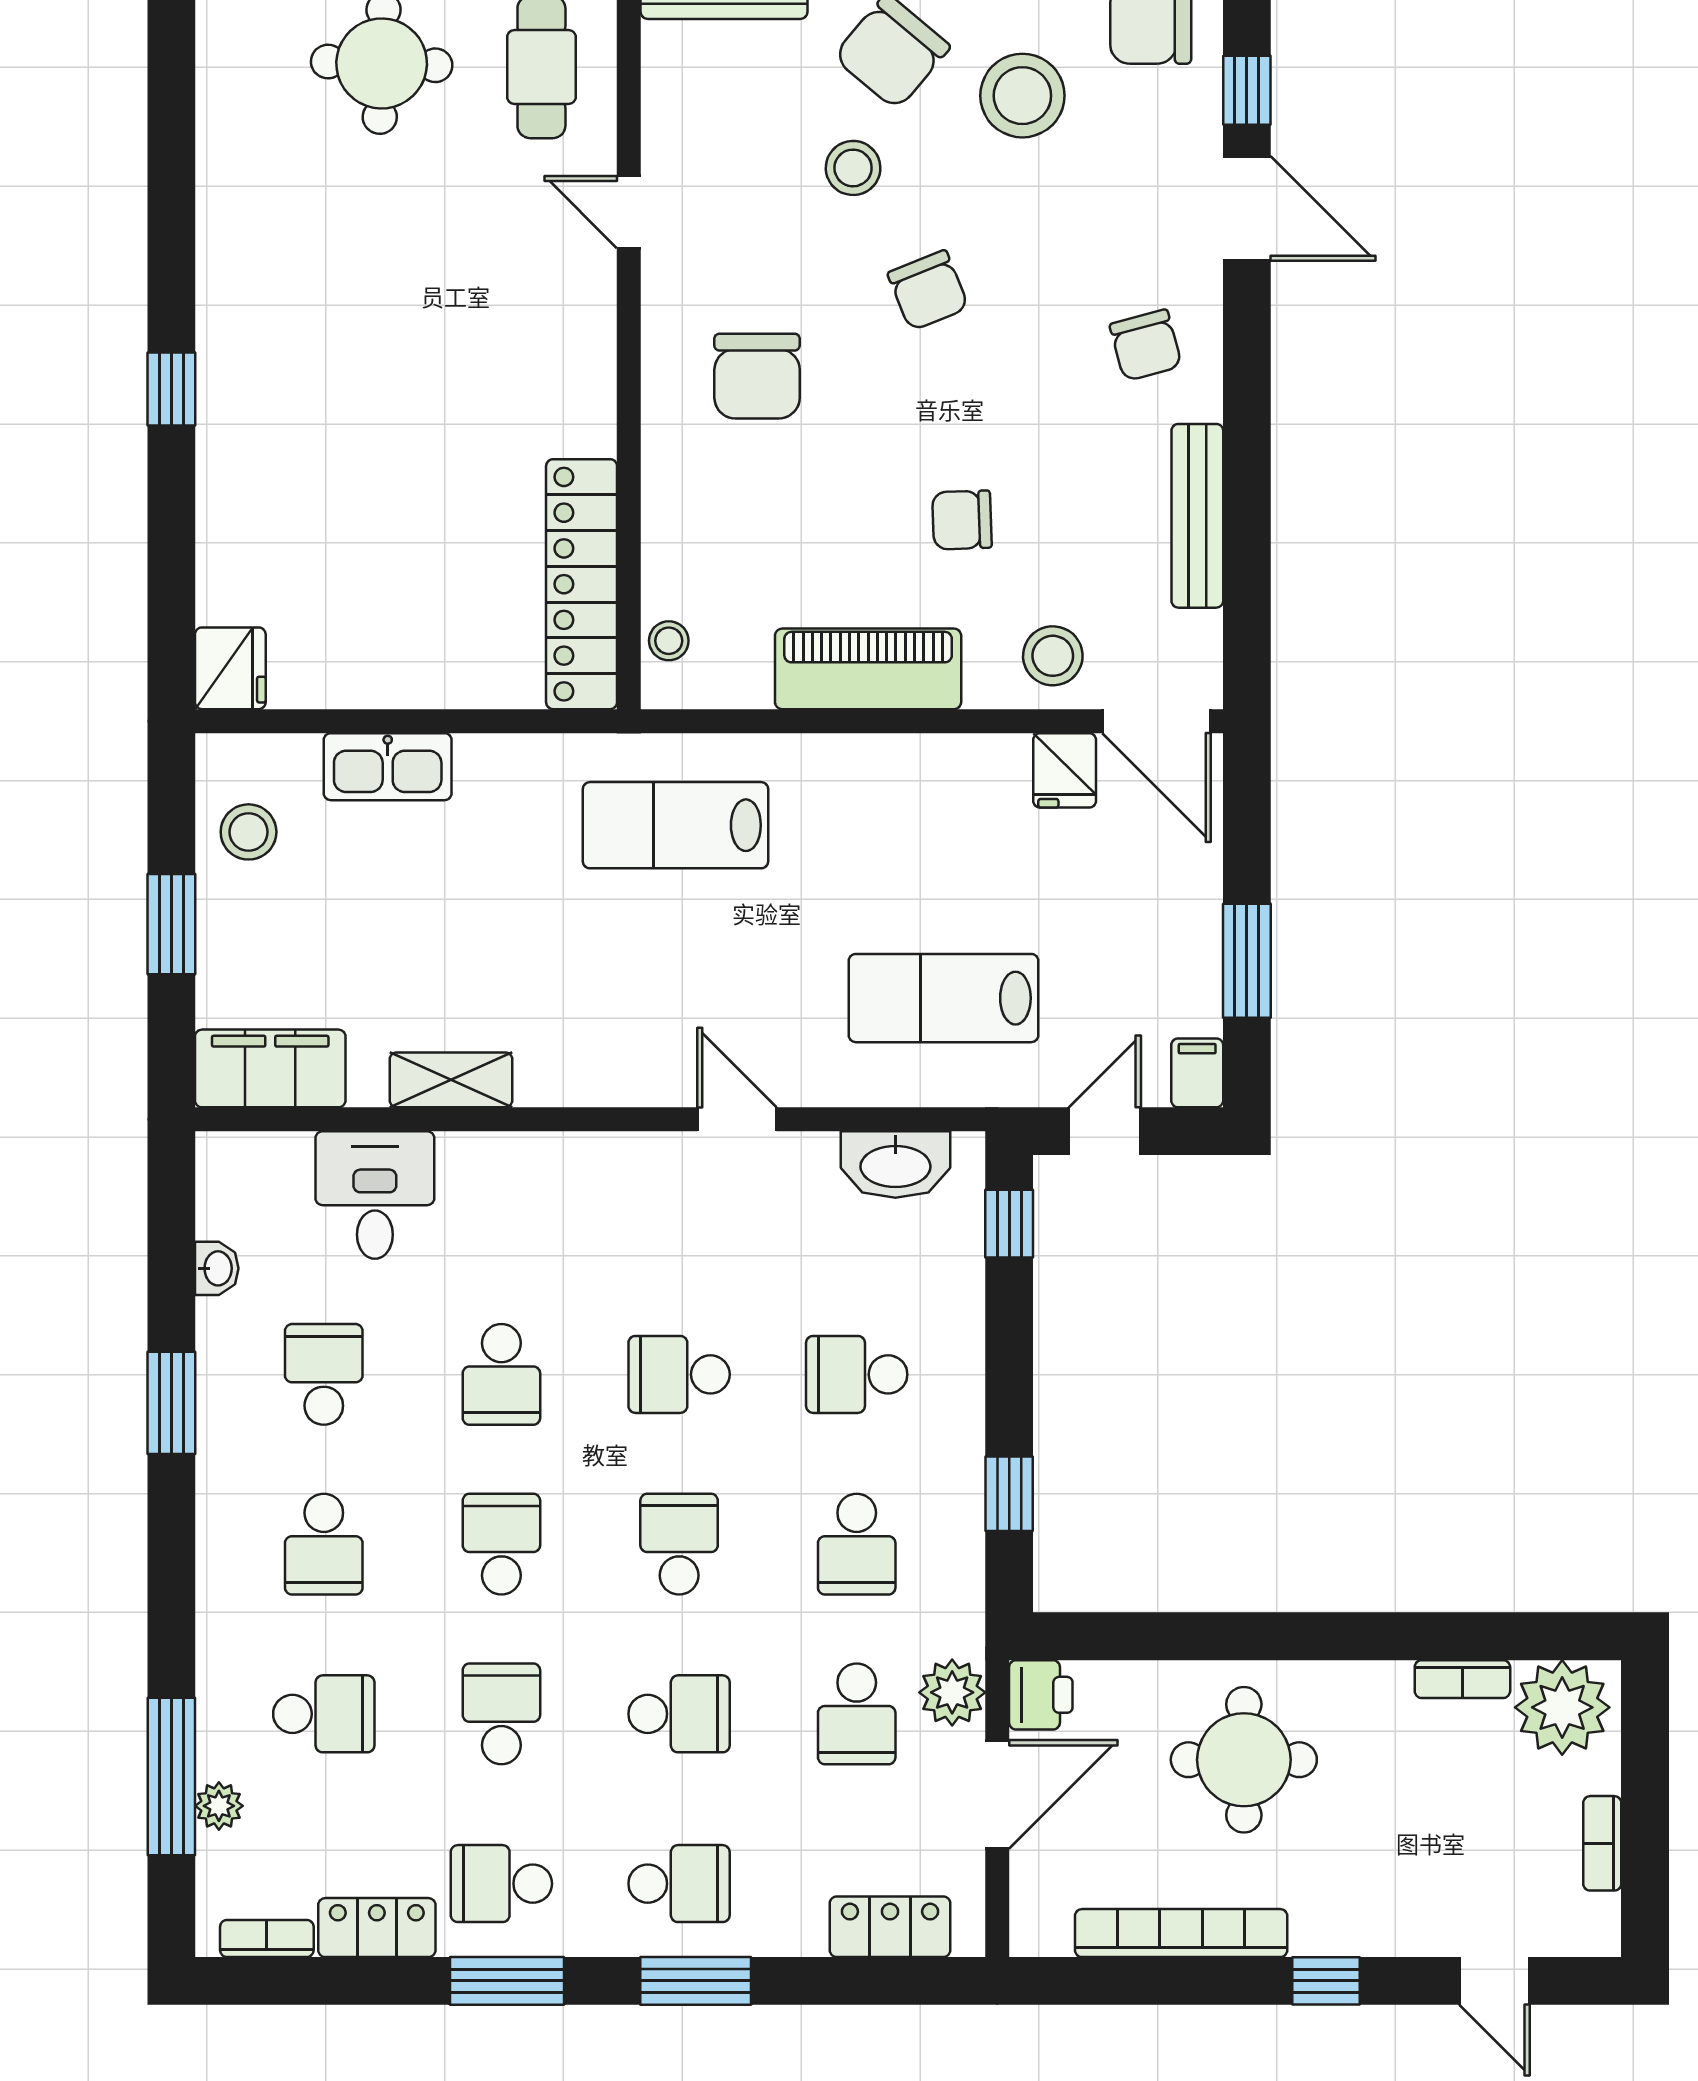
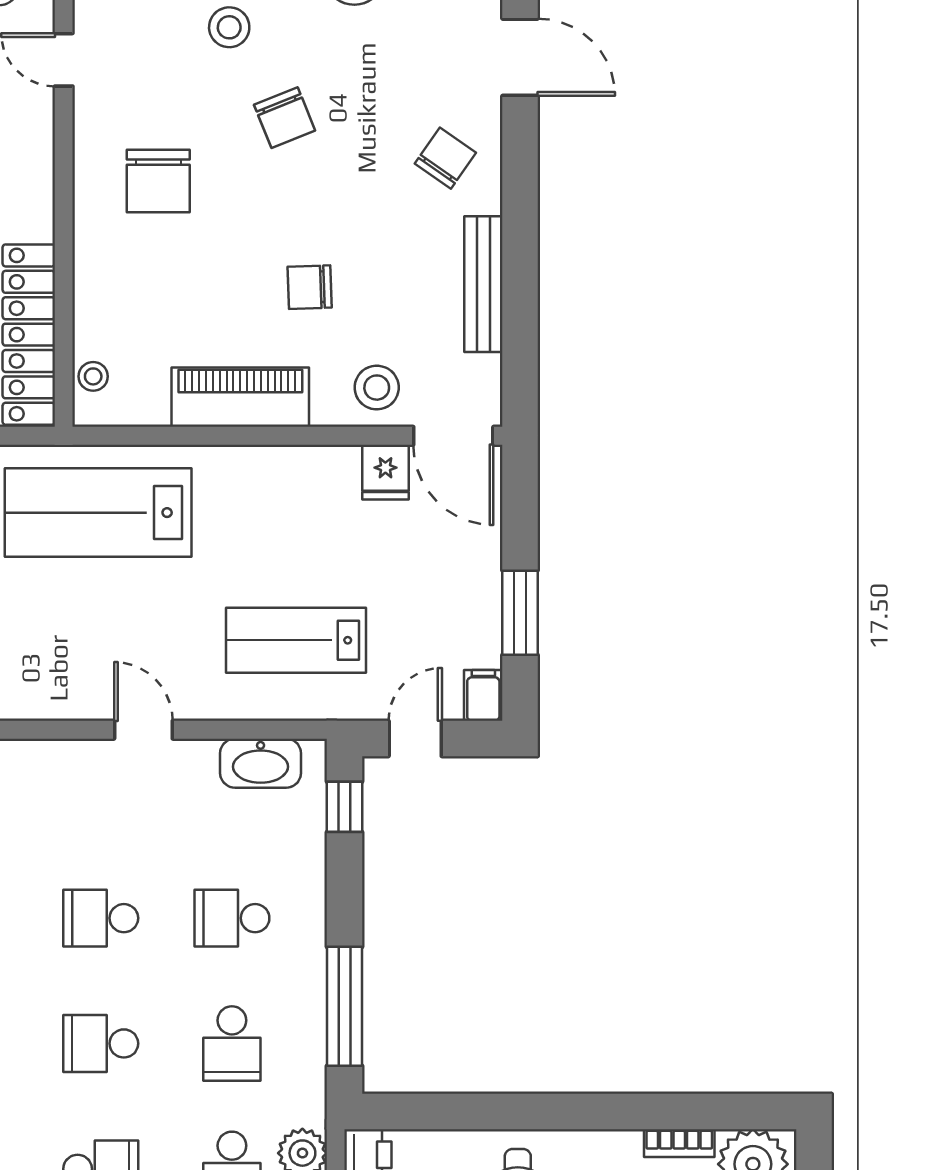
chair: (1146, 345) -> (445, 158), turned -130
lab bench: (676, 825) -> (98, 513), width x1.36, depth x1.39
window: (1009, 1494) -> (344, 1006), width x2.17
school desk: (679, 1544) -> (101, 1043), turned -90

